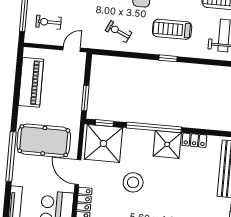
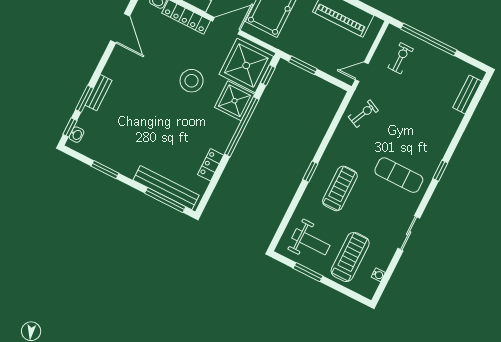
exercise bike: (118, 32) -> (363, 114), moved
door: (72, 49) -> (362, 72), swing flipped
shower: (167, 144) -> (234, 101), moved

